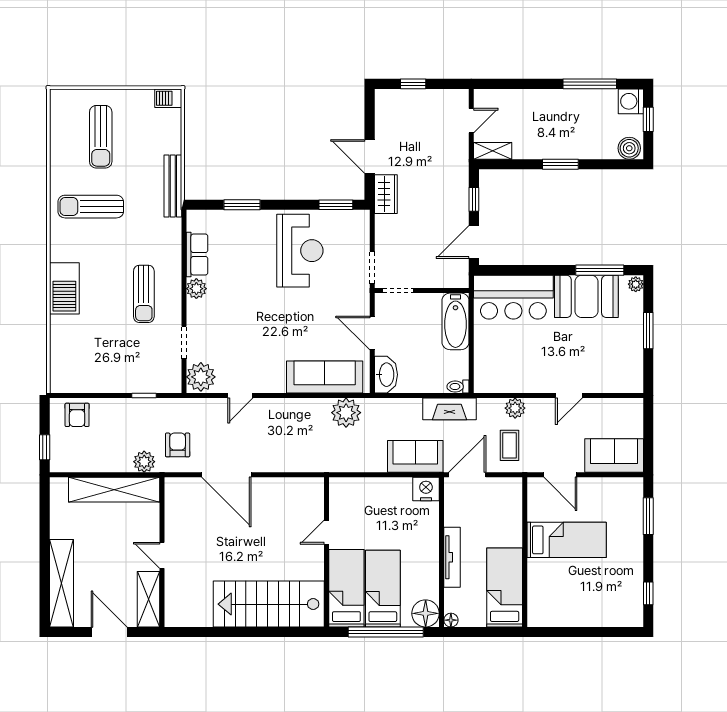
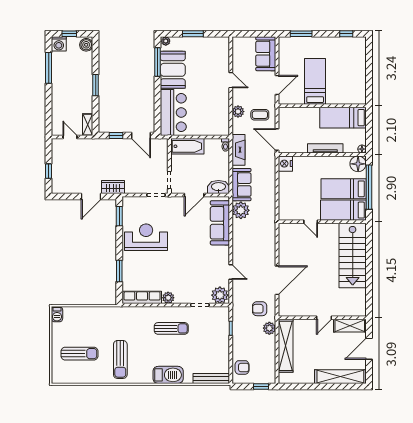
bench: (173, 186) -> (211, 378), moved
row of seats: (197, 254) -> (142, 297), width x1.48
sofa: (415, 456) -> (241, 185), moved, turned 180

